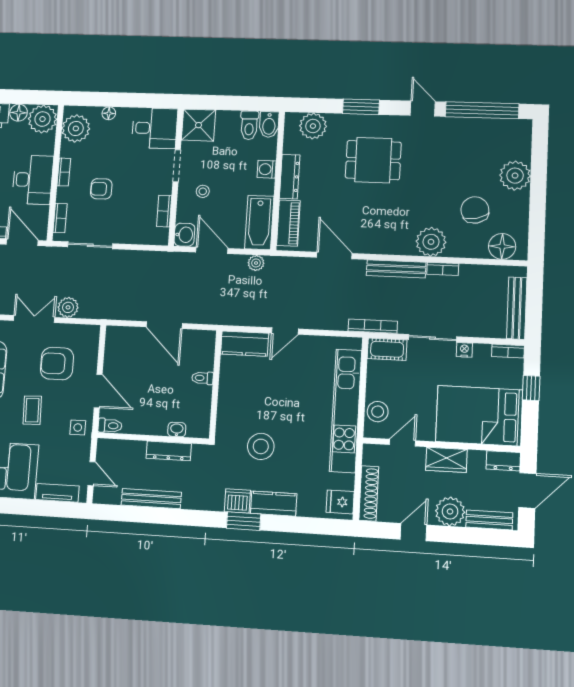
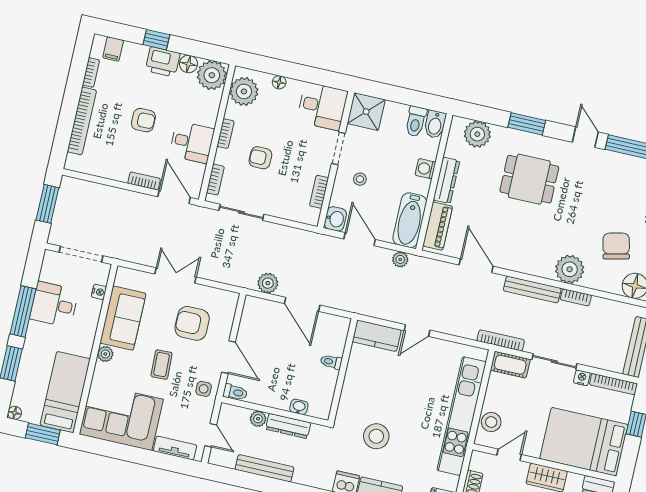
desk: (33, 180) -> (192, 142), width x0.73
plant: (68, 307) -> (268, 283), moved
bookcase: (508, 351) -> (613, 384), width x1.56
plant: (137, 449) -> (258, 419), added

